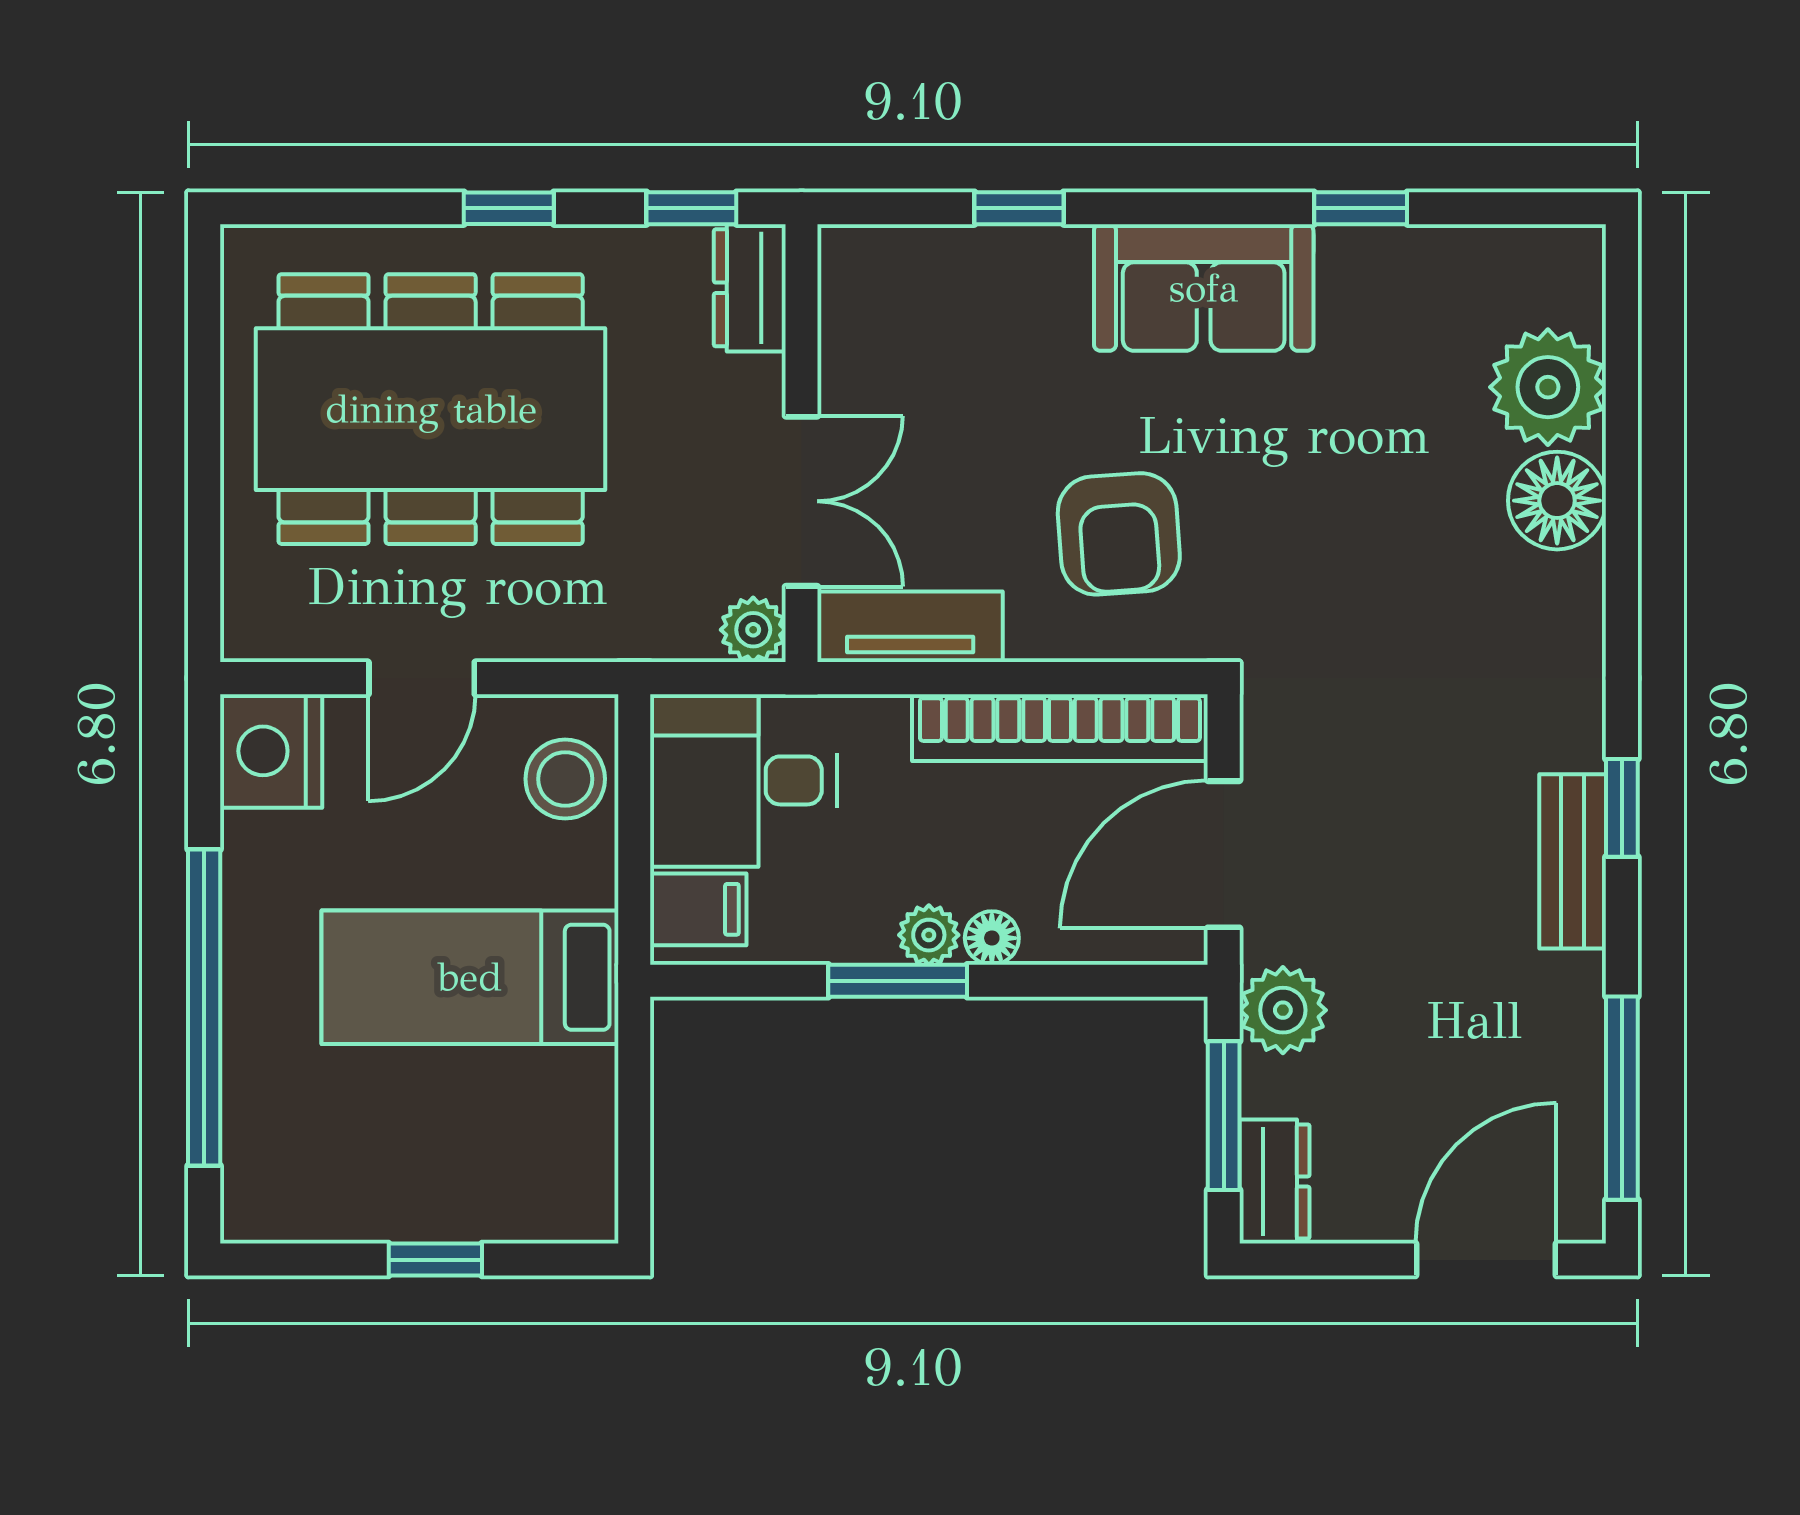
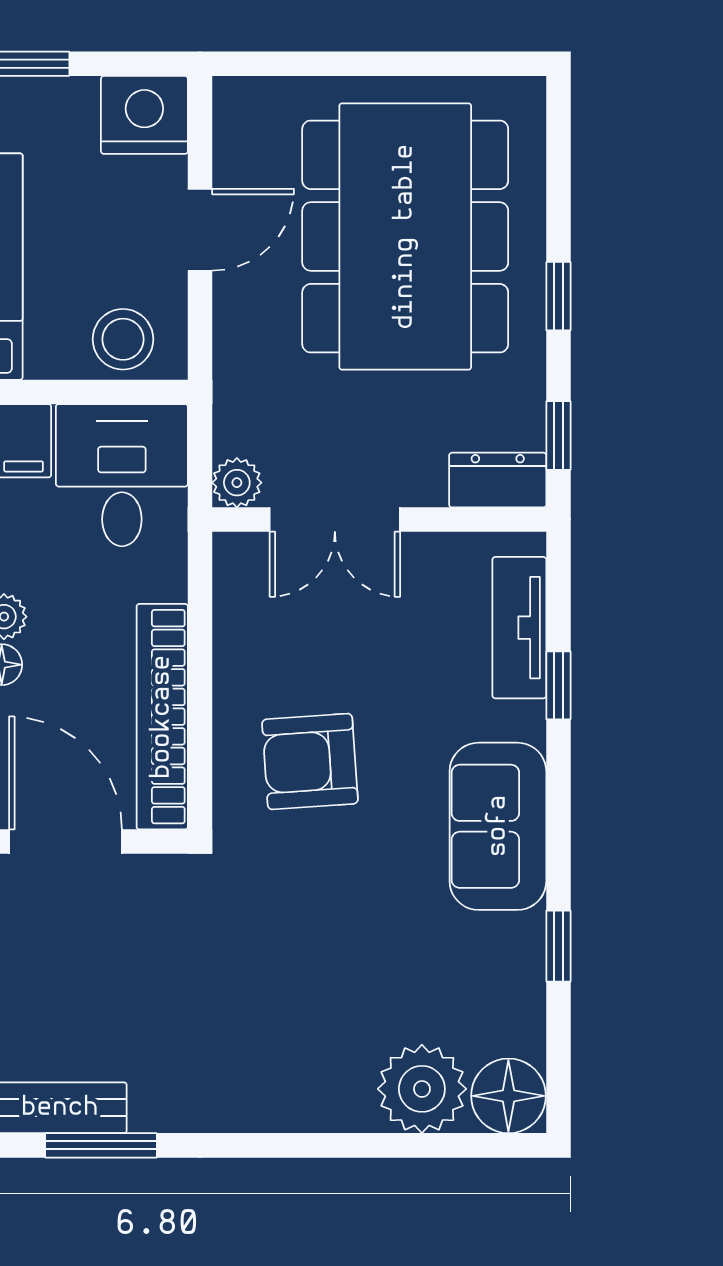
floor lamp: (1557, 501) -> (508, 1096), moved
tv unit: (910, 627) -> (519, 628), moved, turned 180
door: (422, 678) -> (200, 230), swing flipped
window: (1622, 808) -> (101, 1145), width x1.50

